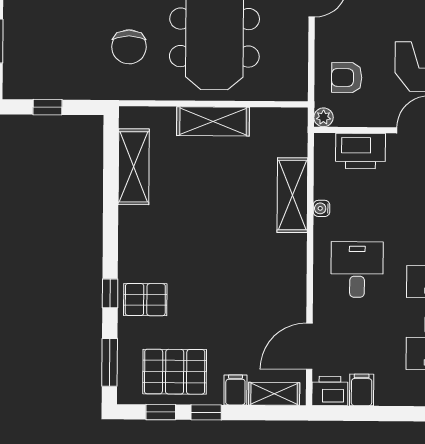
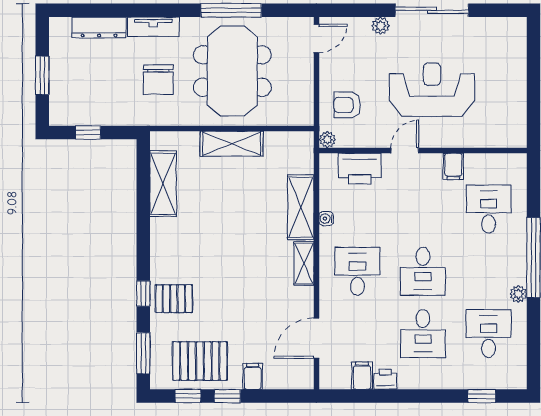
printer: (330, 391) -> (385, 379), moved, width x0.73, depth x0.81
shelving: (274, 394) -> (304, 263), moved, turned 90

